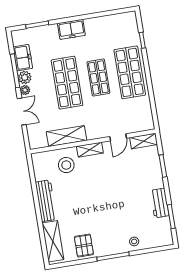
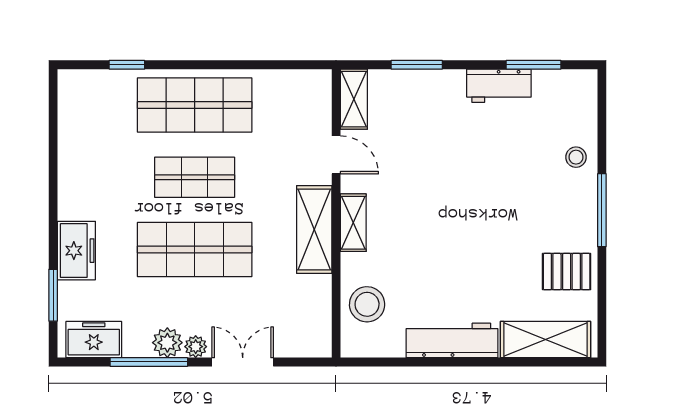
freezer: (71, 29) -> (76, 251), moved
freezer: (23, 58) -> (94, 340), moved
shelving: (66, 136) -> (314, 230), moved
stool: (66, 165) -> (367, 304), moved

